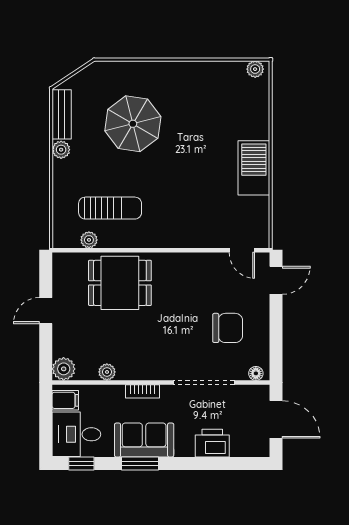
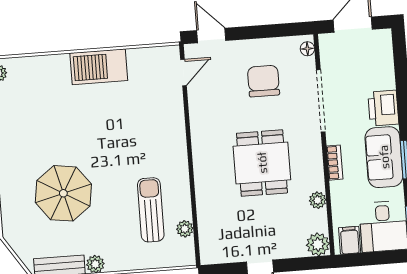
dining table: (120, 283) -> (262, 163), moved
printer: (212, 443) -> (383, 108), moved

